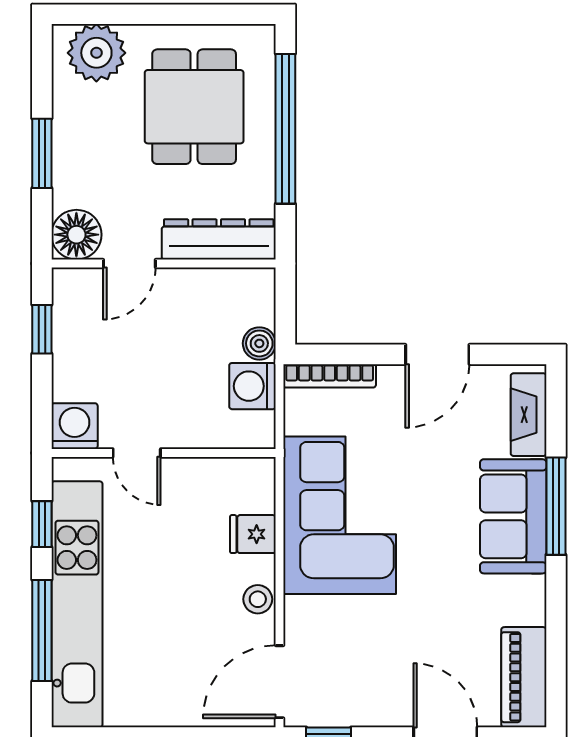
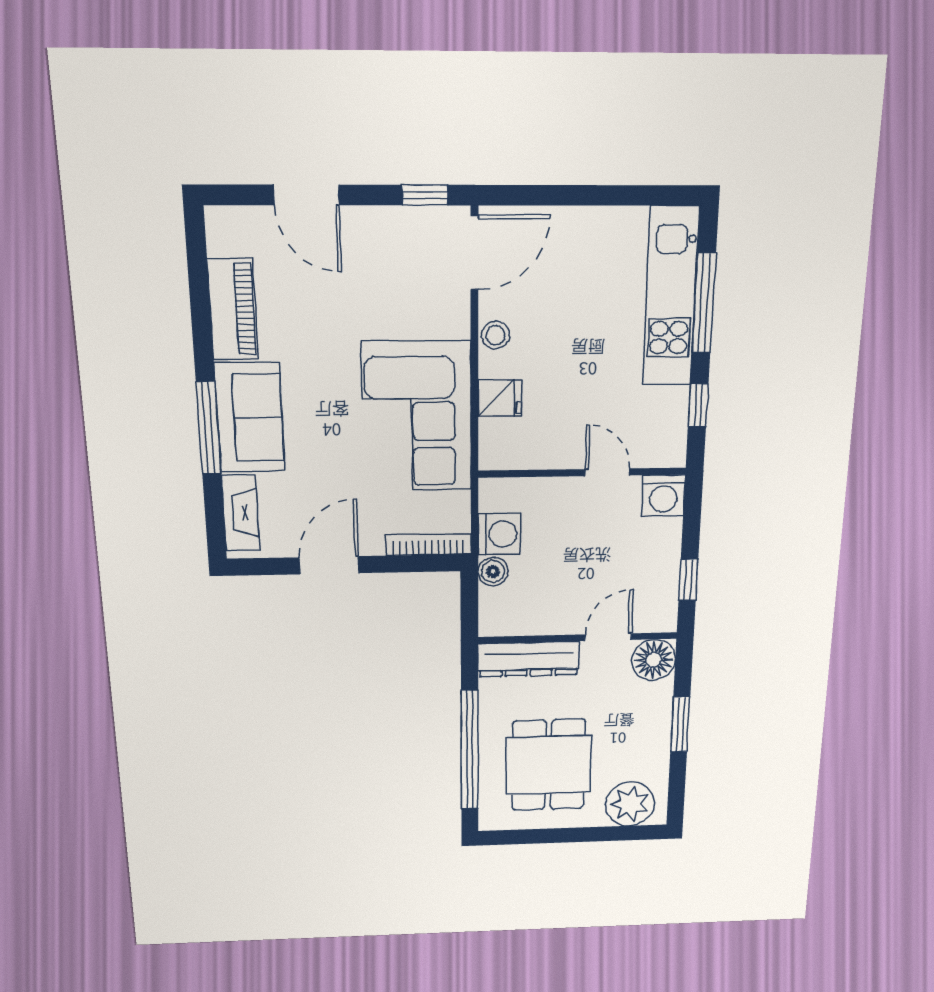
kitchen unit: (77, 604) -> (671, 297), width x0.73
piano: (524, 677) -> (233, 309), moved

